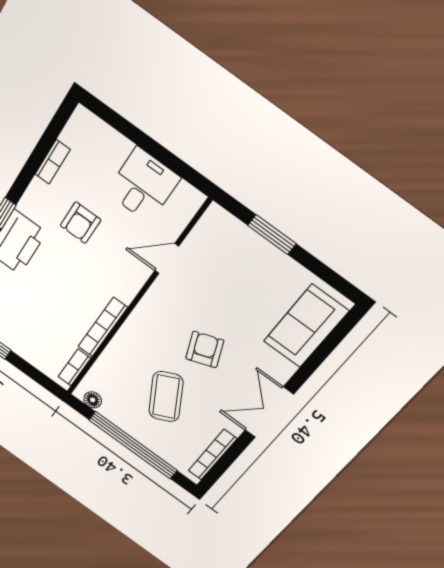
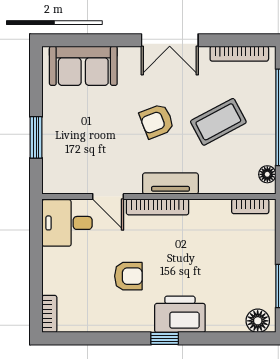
bookcase: (53, 162) -> (49, 314), moved, turned 90
desk: (143, 185) -> (67, 223), moved
tv unit: (140, 320) -> (170, 184), added
bookcase: (103, 327) -> (158, 207), moved

